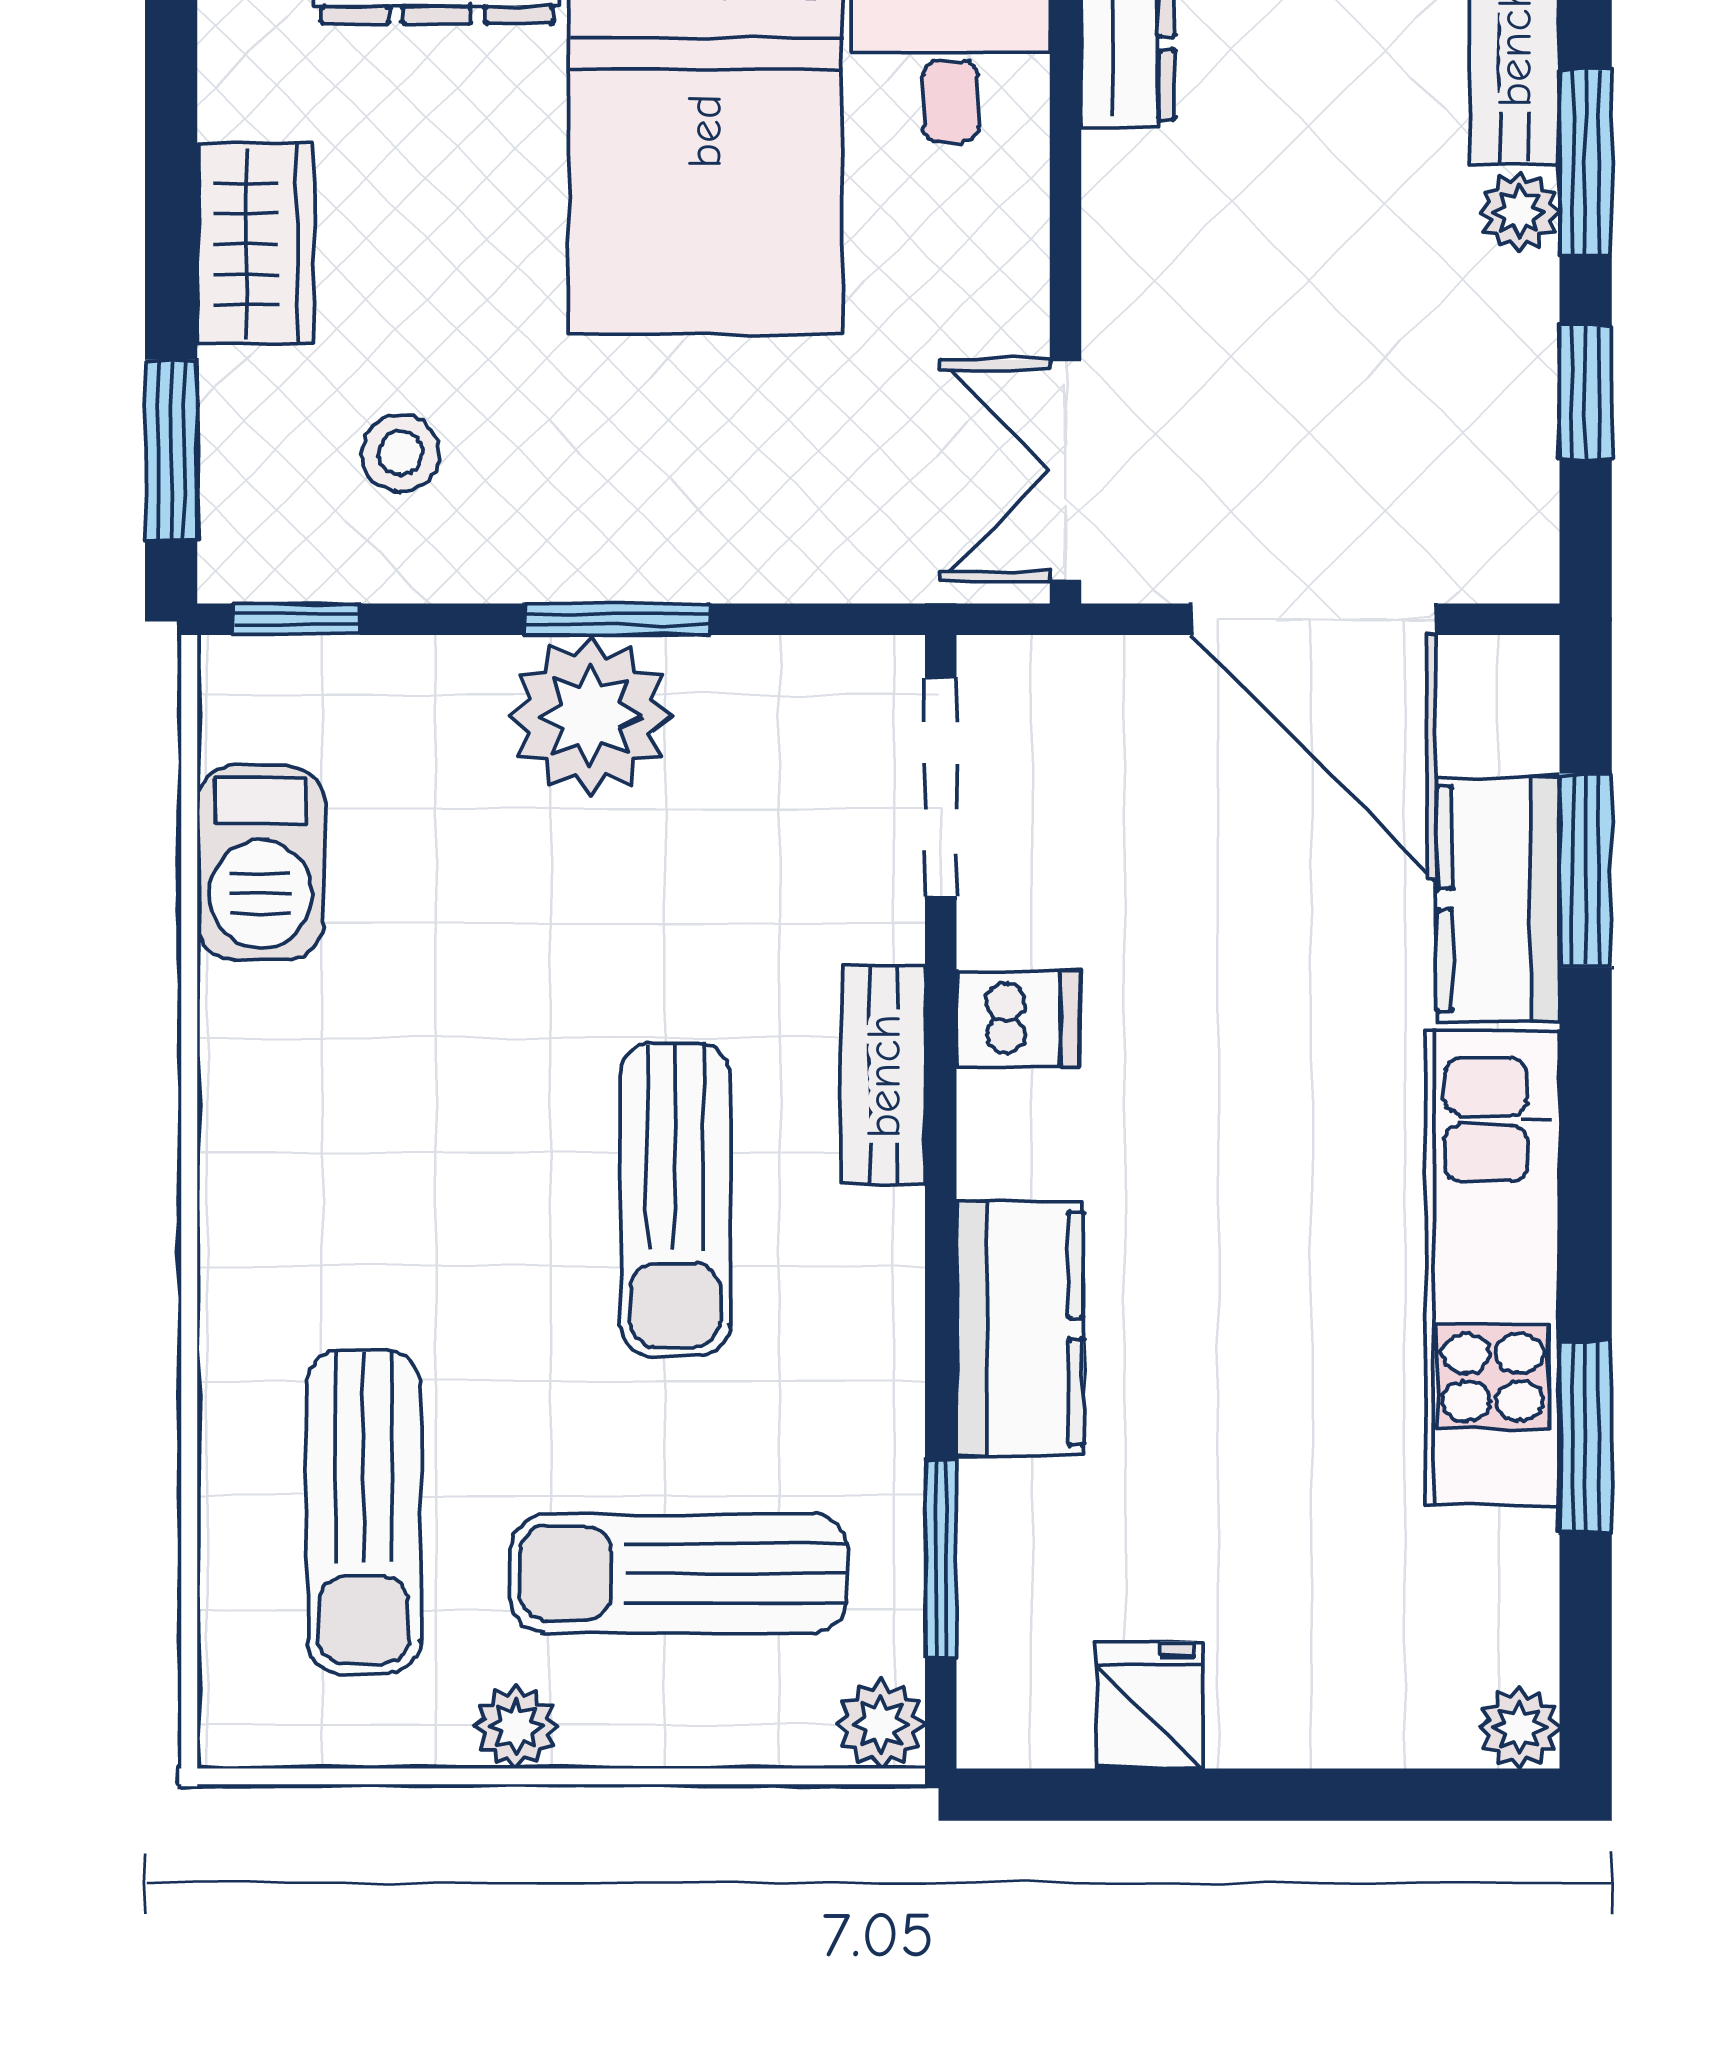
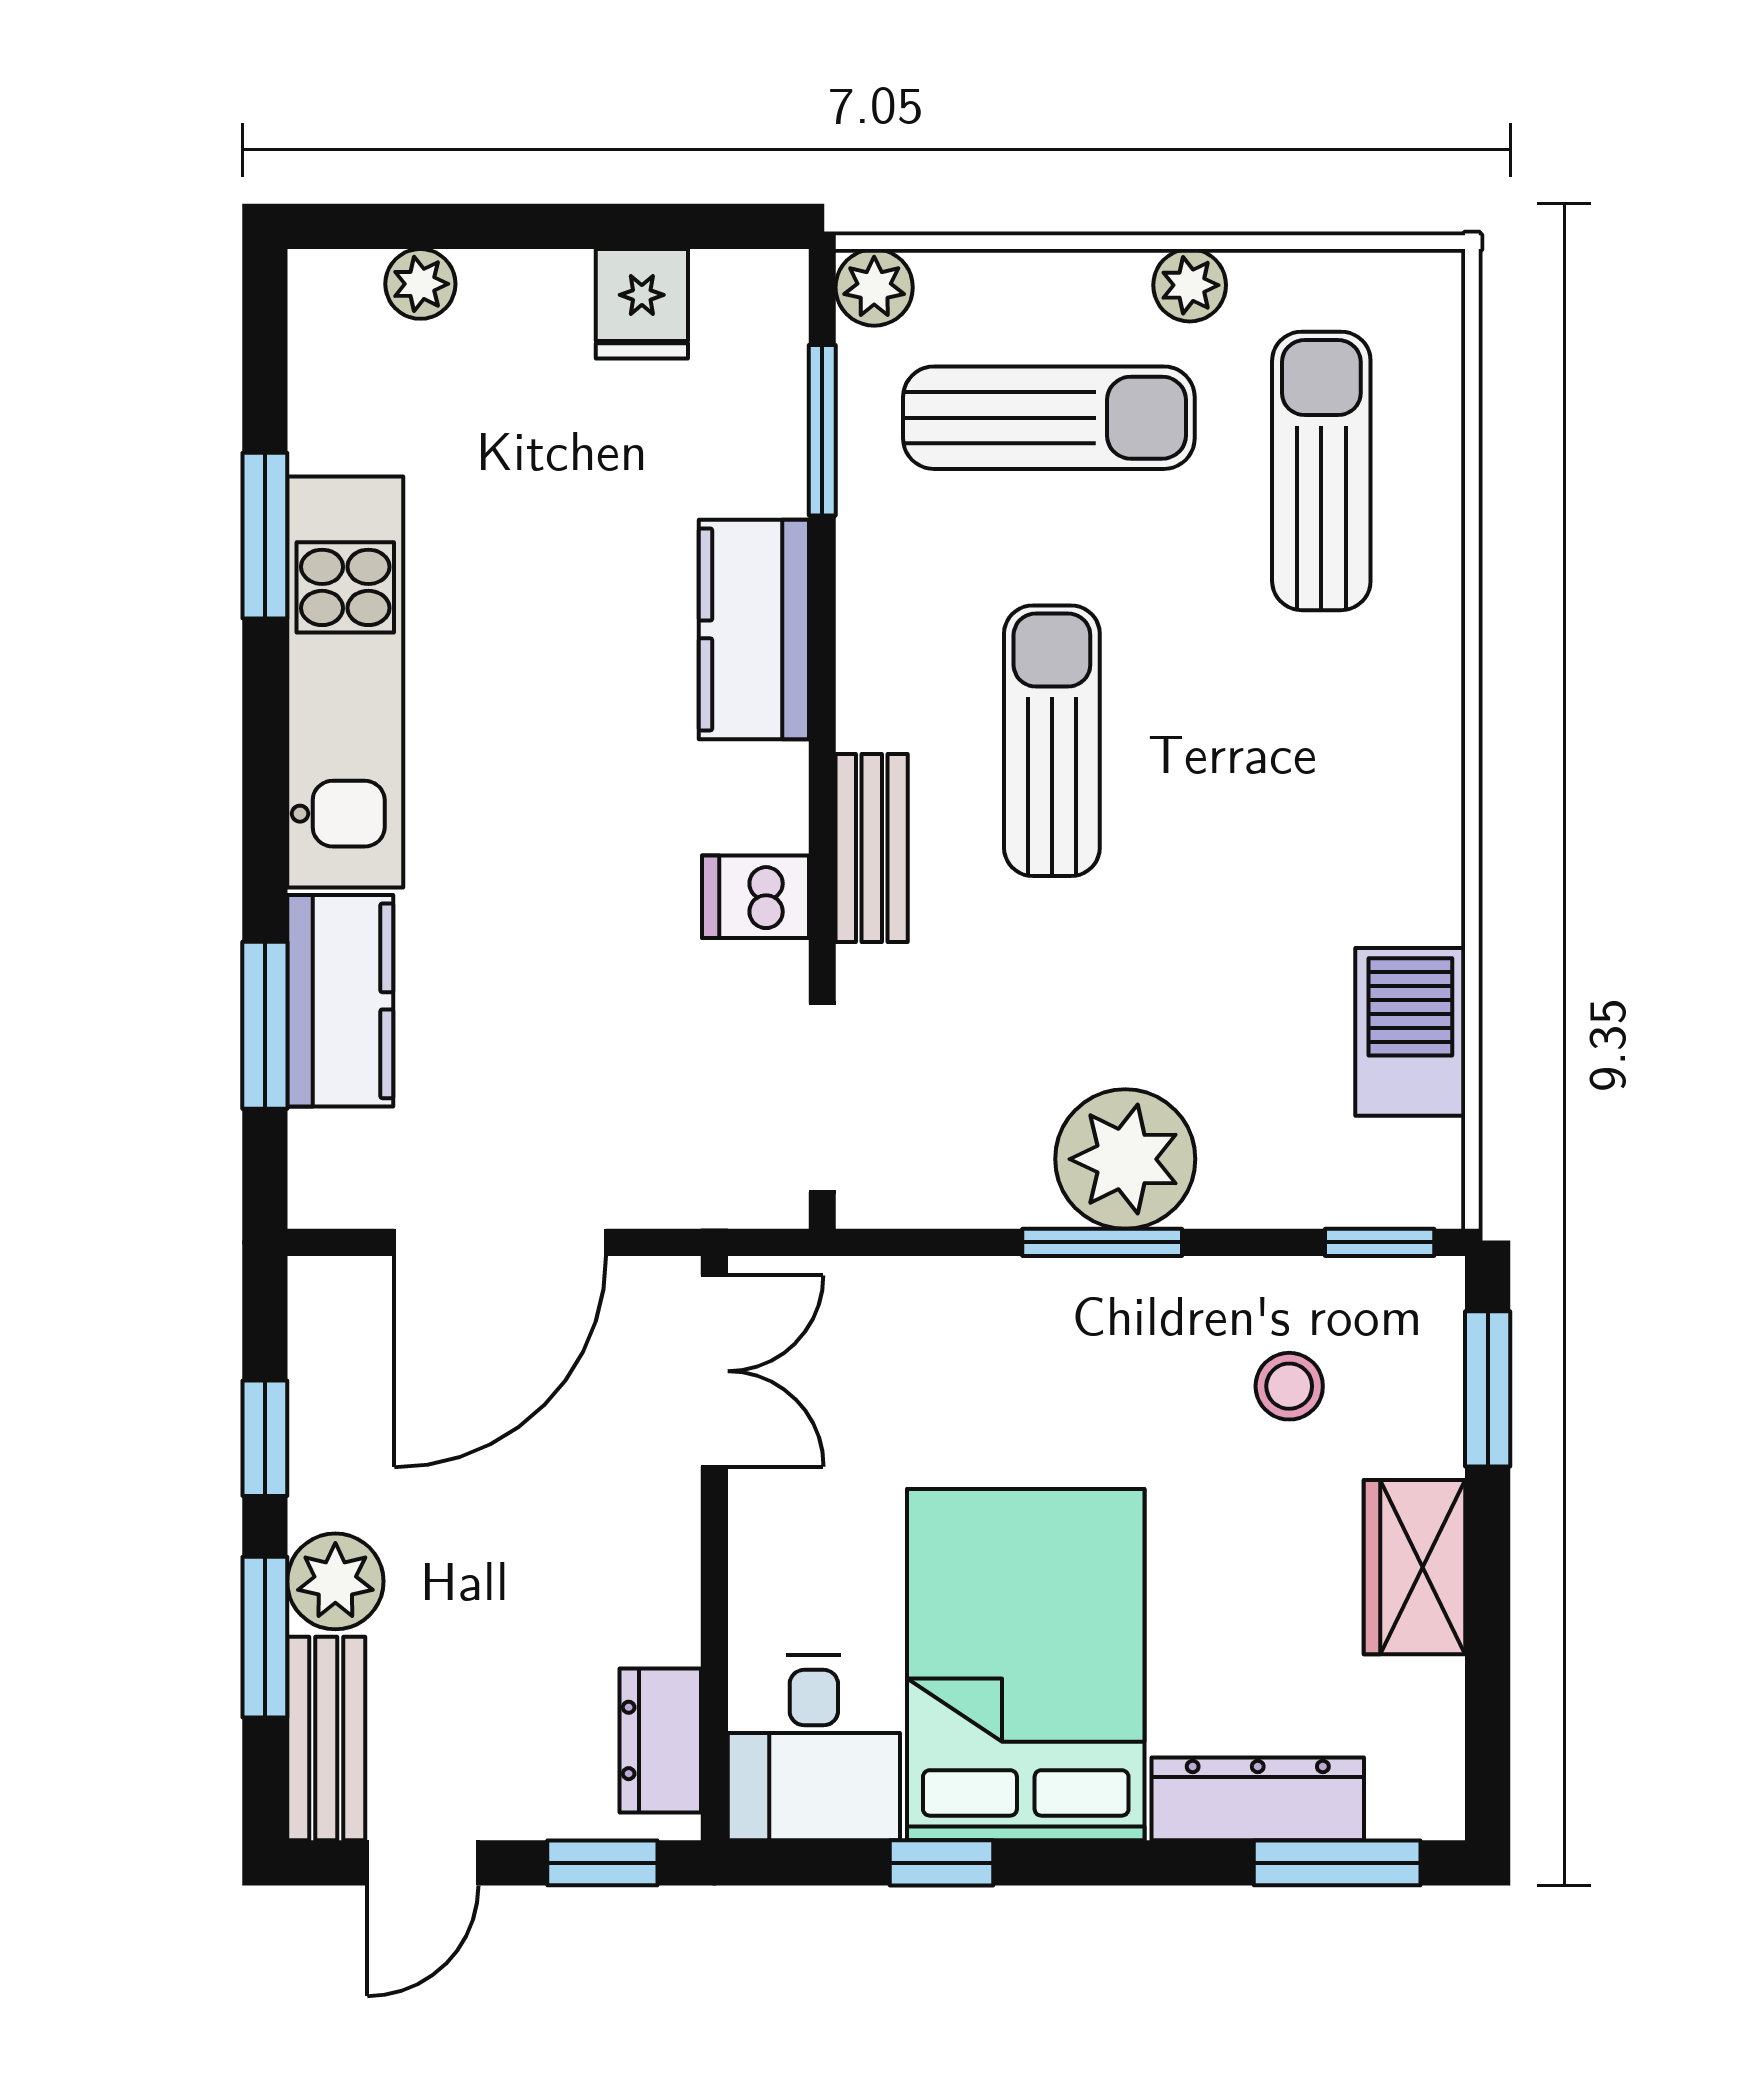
plant: (1519, 212) -> (335, 1581), width x1.38, depth x1.38
door: (1313, 619) -> (500, 1242), swing flipped
plant: (1519, 1728) -> (420, 284), moved

